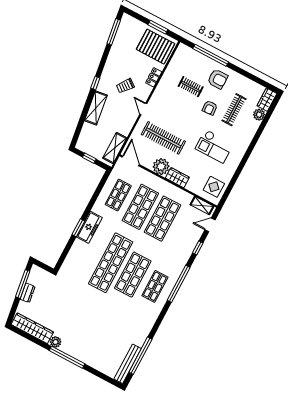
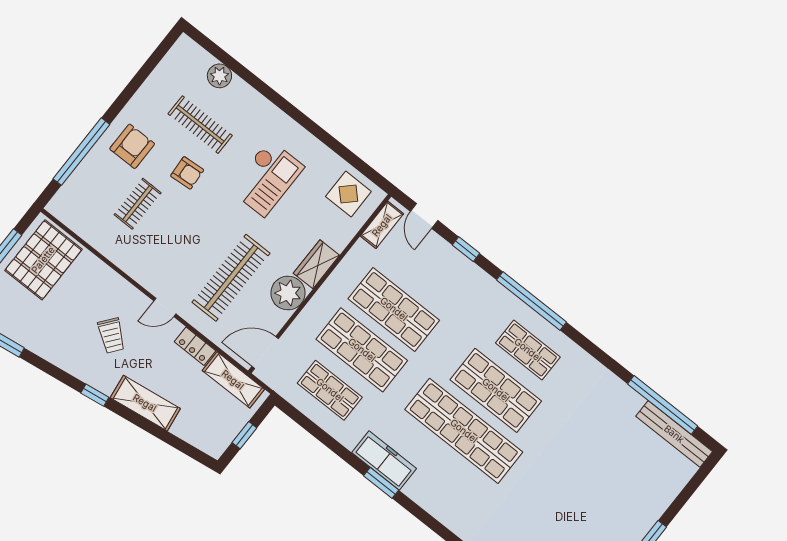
locker: (154, 77) -> (195, 346), moved
wardrobe: (267, 100) -> (192, 54), removed

